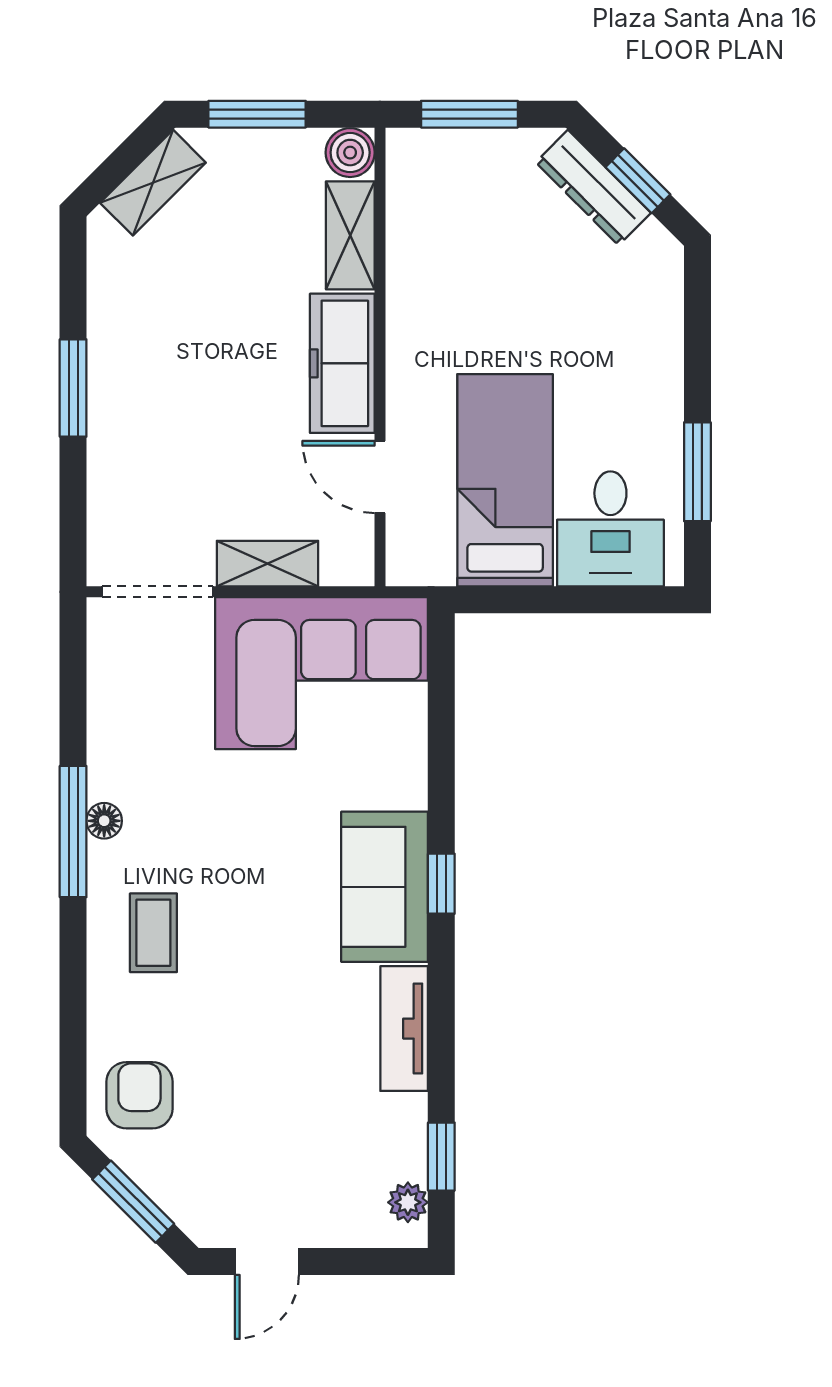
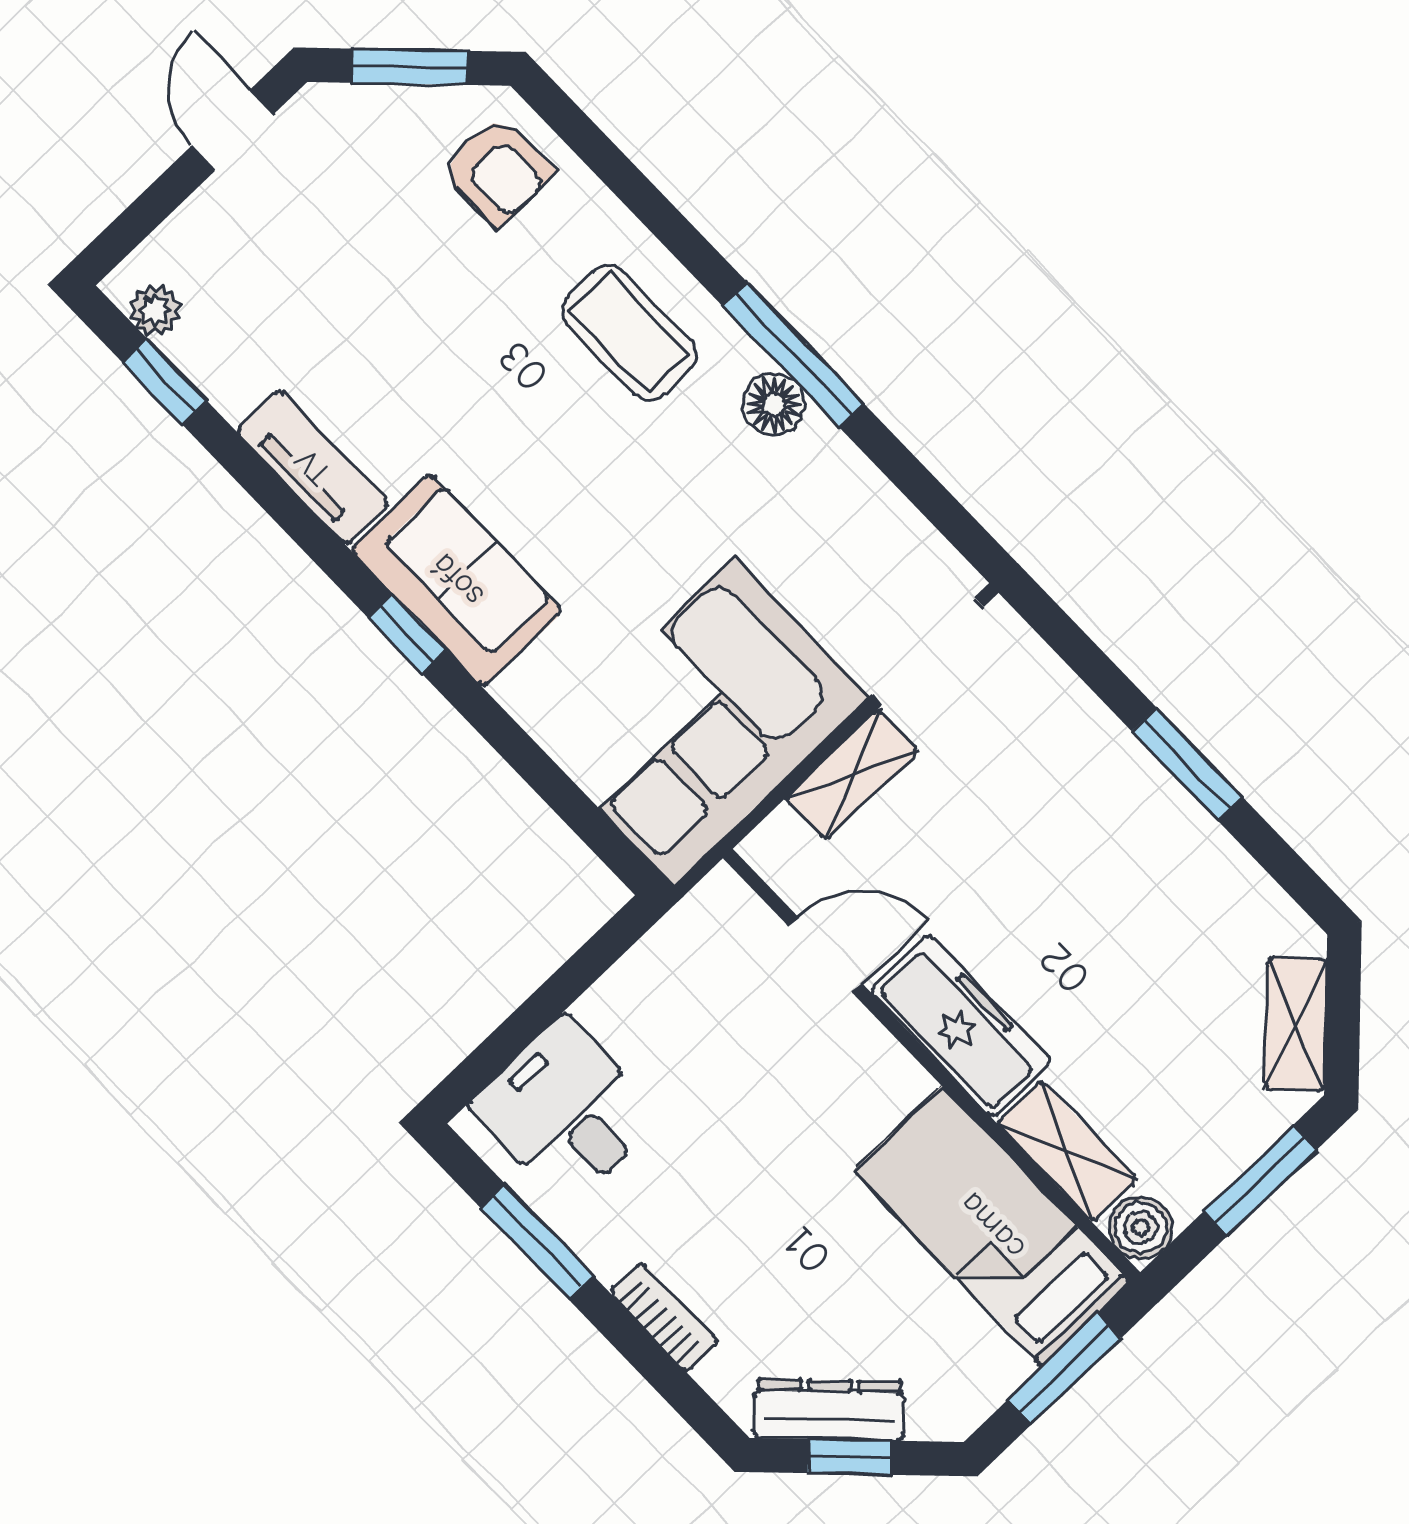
dresser: (593, 188) -> (829, 1410), moved
bookcase: (667, 360) -> (664, 1317), added
bed: (505, 480) -> (992, 1226), moved, turned 180
floor lamp: (104, 821) -> (774, 404), width x1.37, depth x1.37
coffee table: (153, 933) -> (629, 333), width x1.36, depth x1.30

